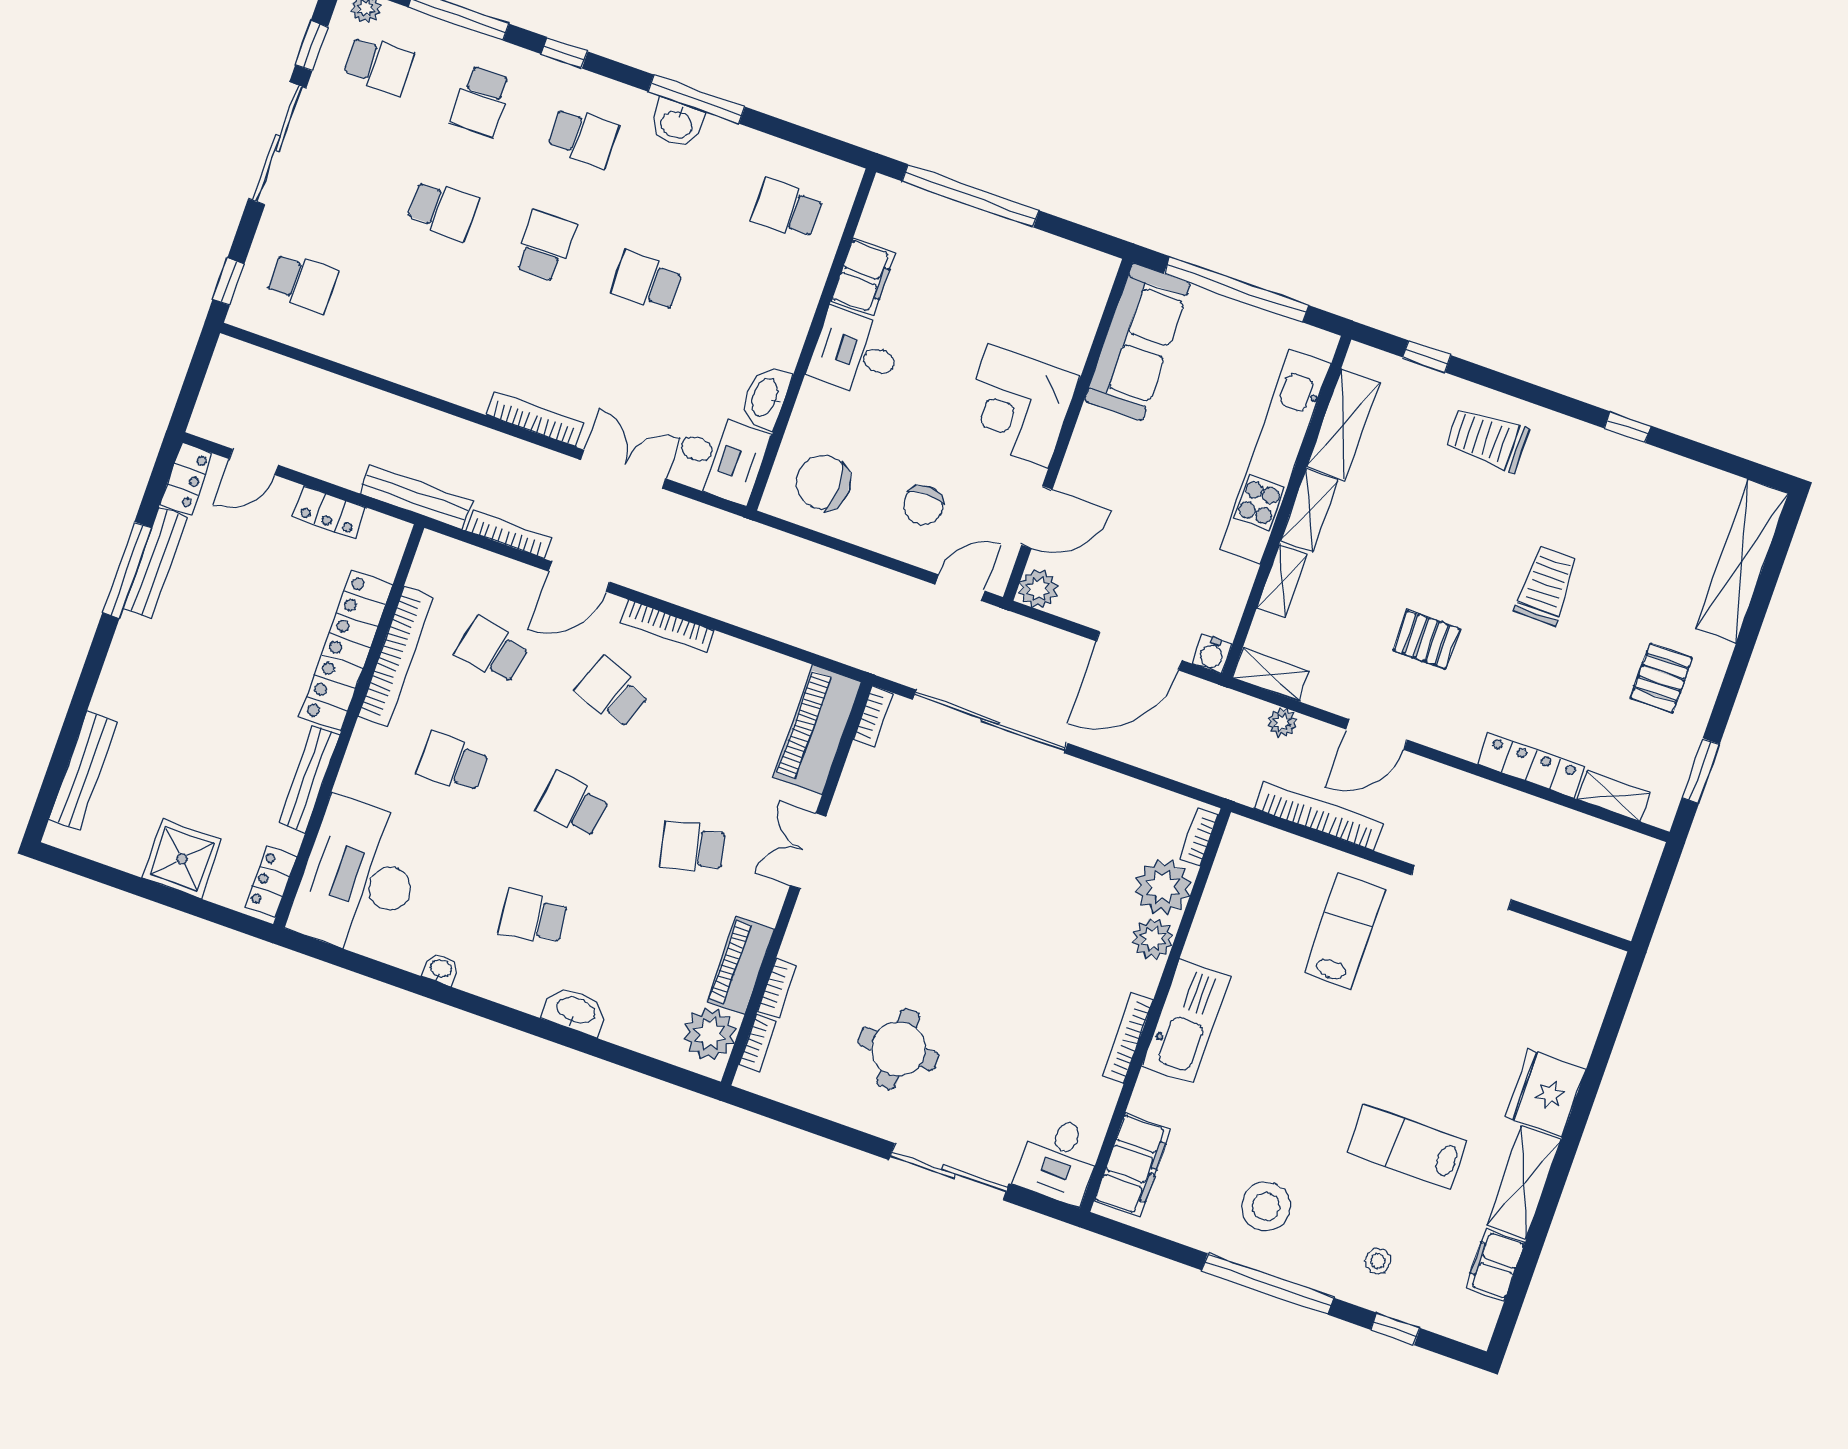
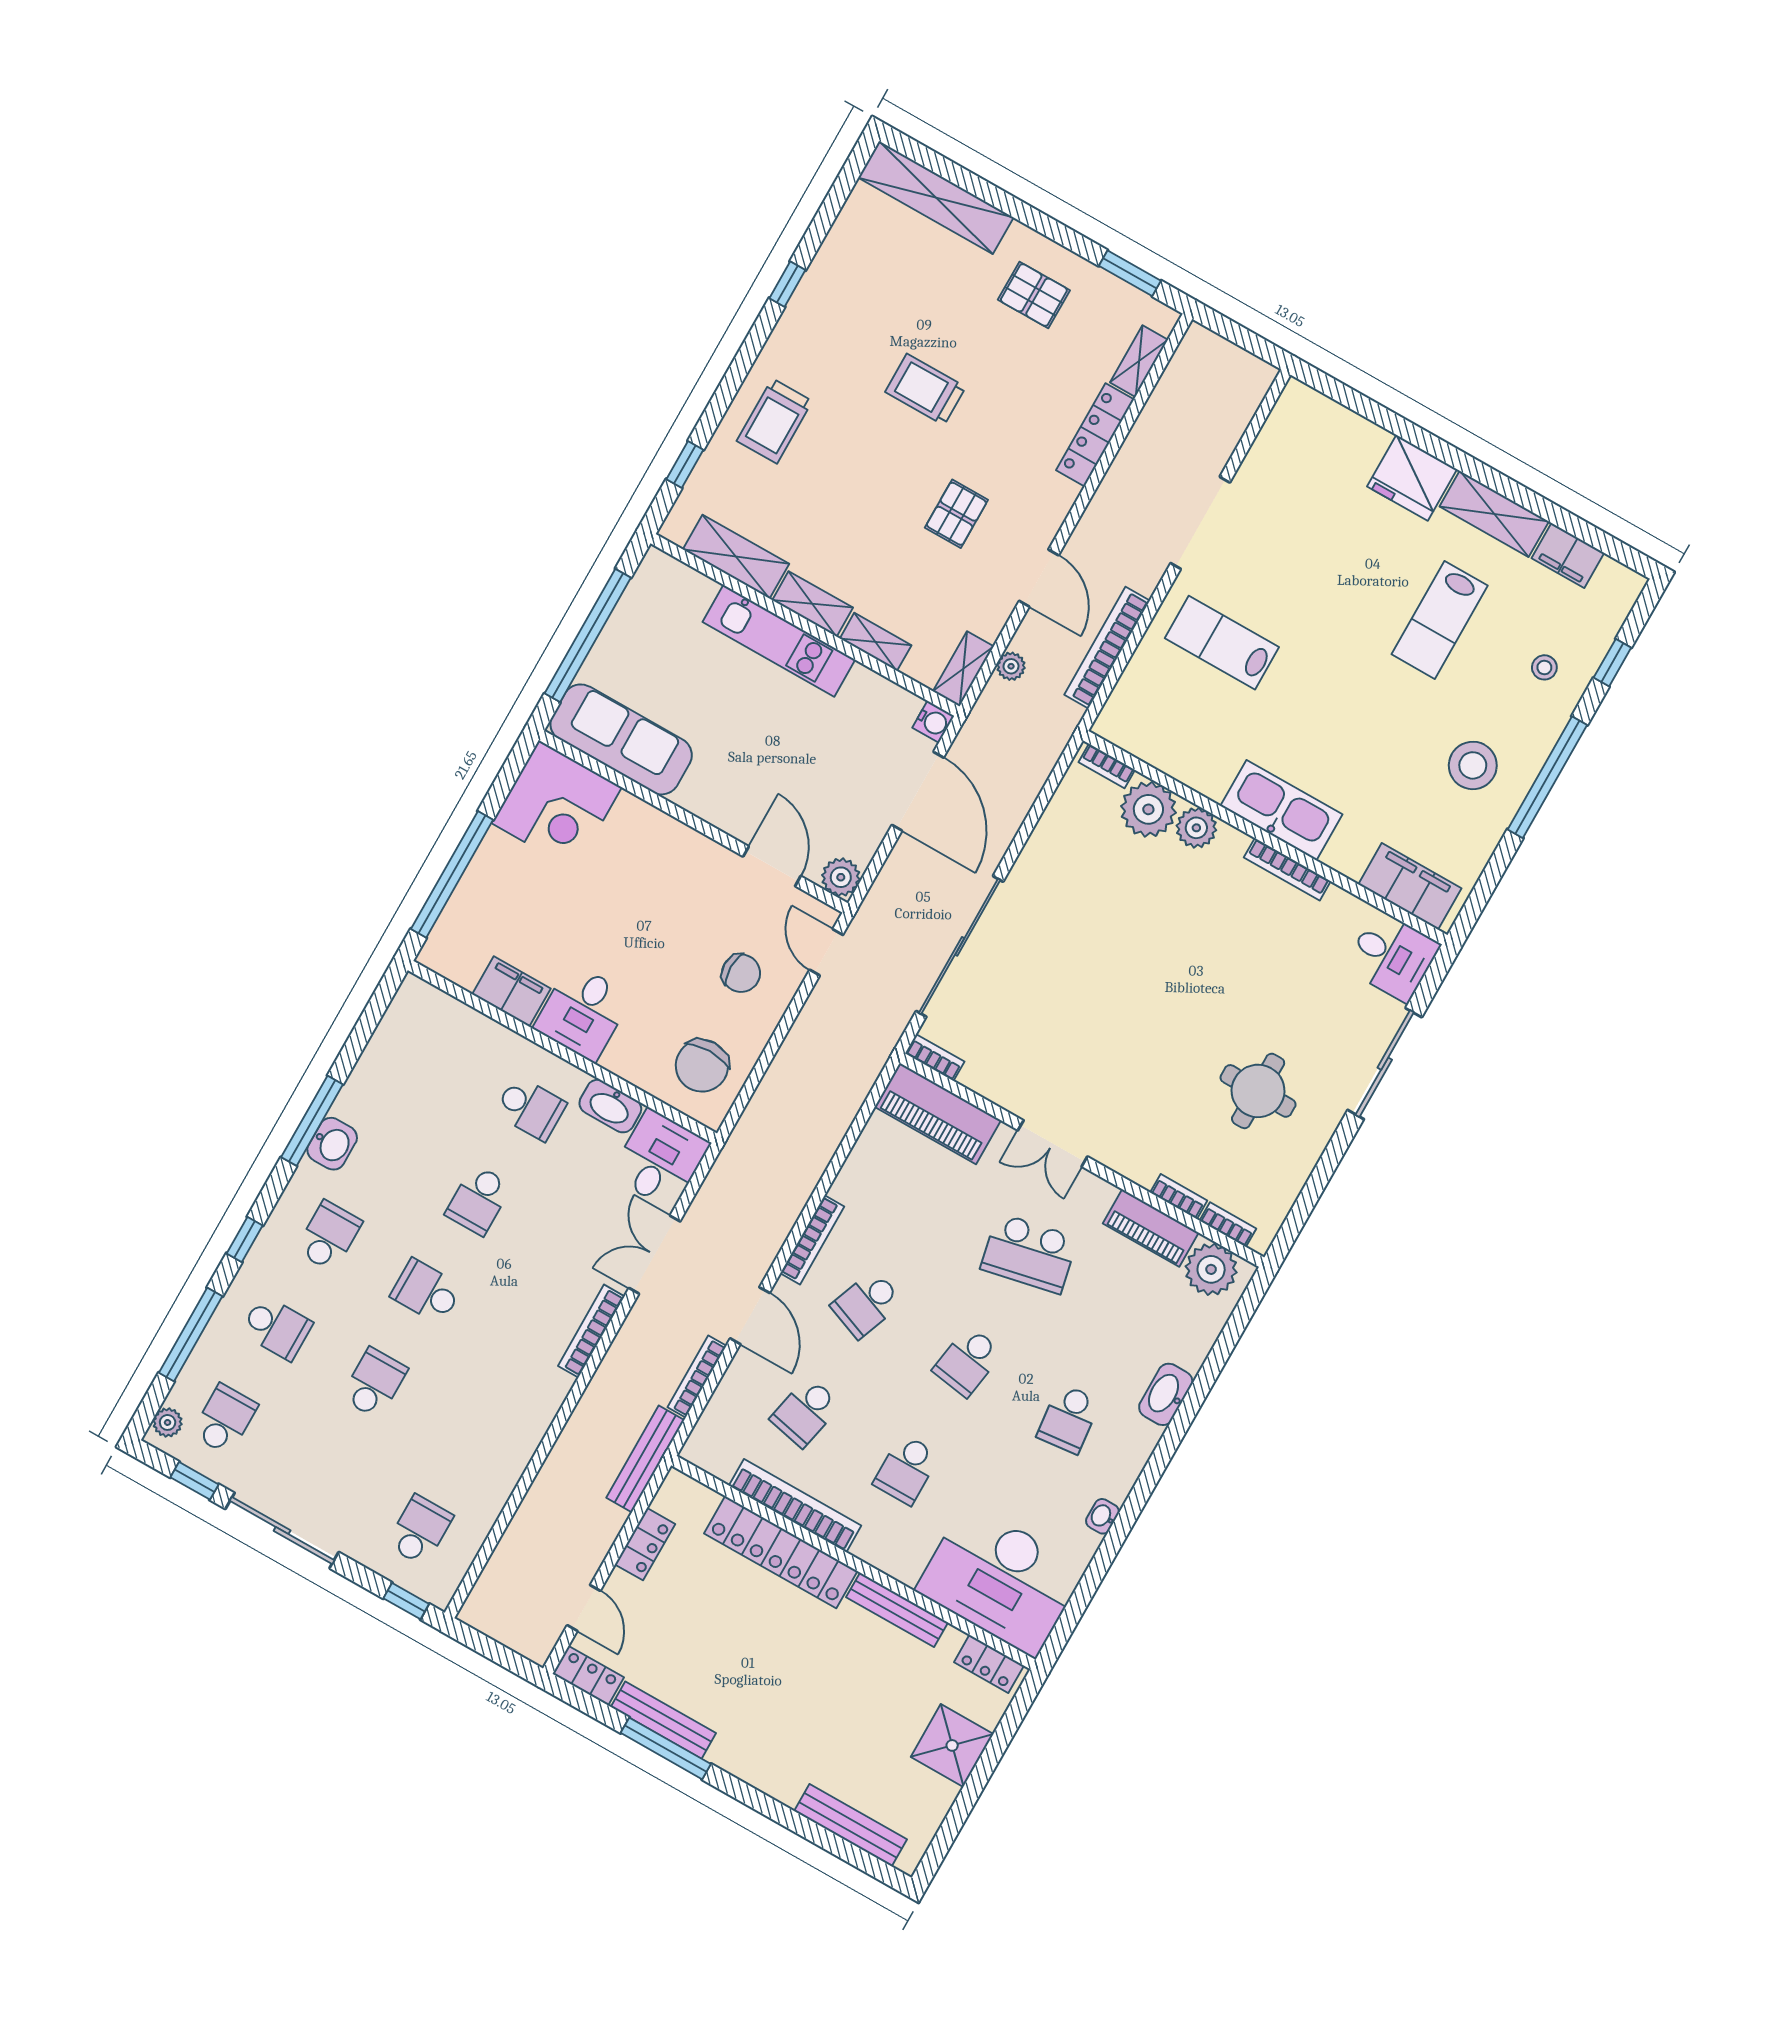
school desk: (787, 209) -> (530, 1108), moved, turned -90
corner desk: (1018, 405) -> (557, 805), moved
kitchen unit: (1275, 457) -> (779, 641), width x0.73
school desk: (693, 847) -> (1029, 1253), width x1.85

